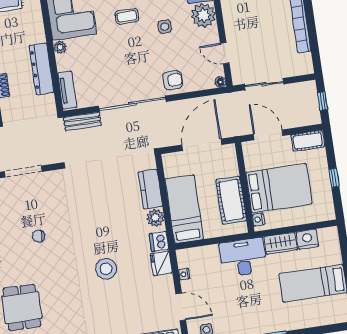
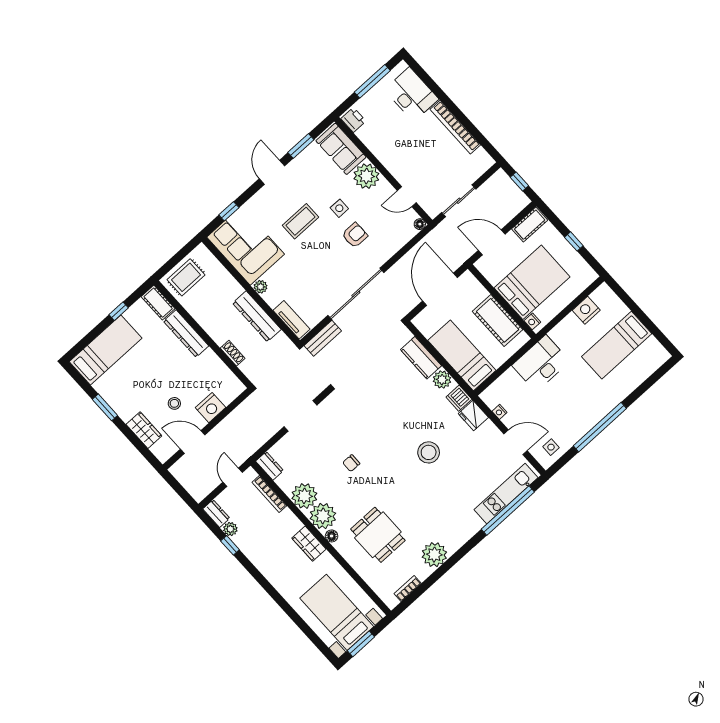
coffee table: (127, 16) -> (301, 221), width x1.36, depth x1.30
armchair: (173, 80) -> (355, 235), moved
wardrobe: (281, 243) -> (565, 329), removed

